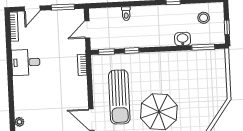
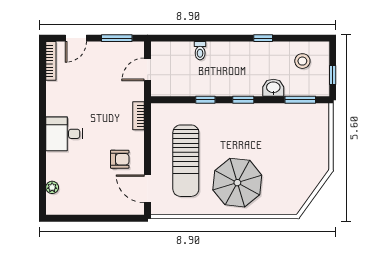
window: (106, 52) -> (243, 100), moved
desk: (26, 62) -> (64, 134), moved
armchair: (69, 98) -> (120, 159), added

